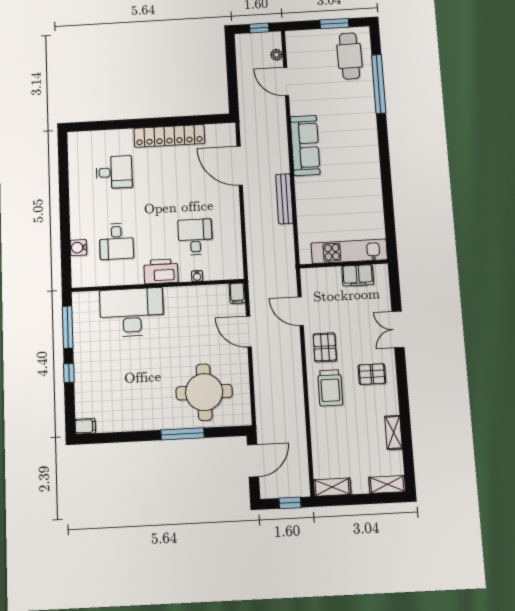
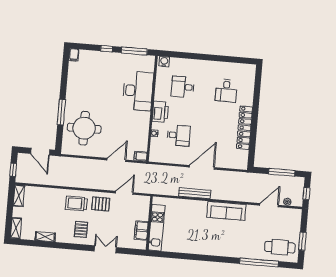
window: (232, 70) -> (282, 172), added
door: (240, 166) -> (202, 167), moved
water cooler: (78, 248) -> (164, 62), moved

